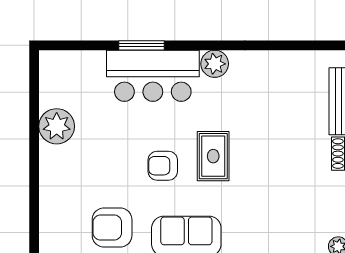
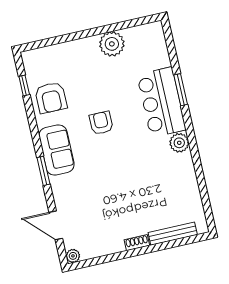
rug: (213, 156) -> (116, 156), removed
armchair: (112, 228) -> (51, 98), turned 180

